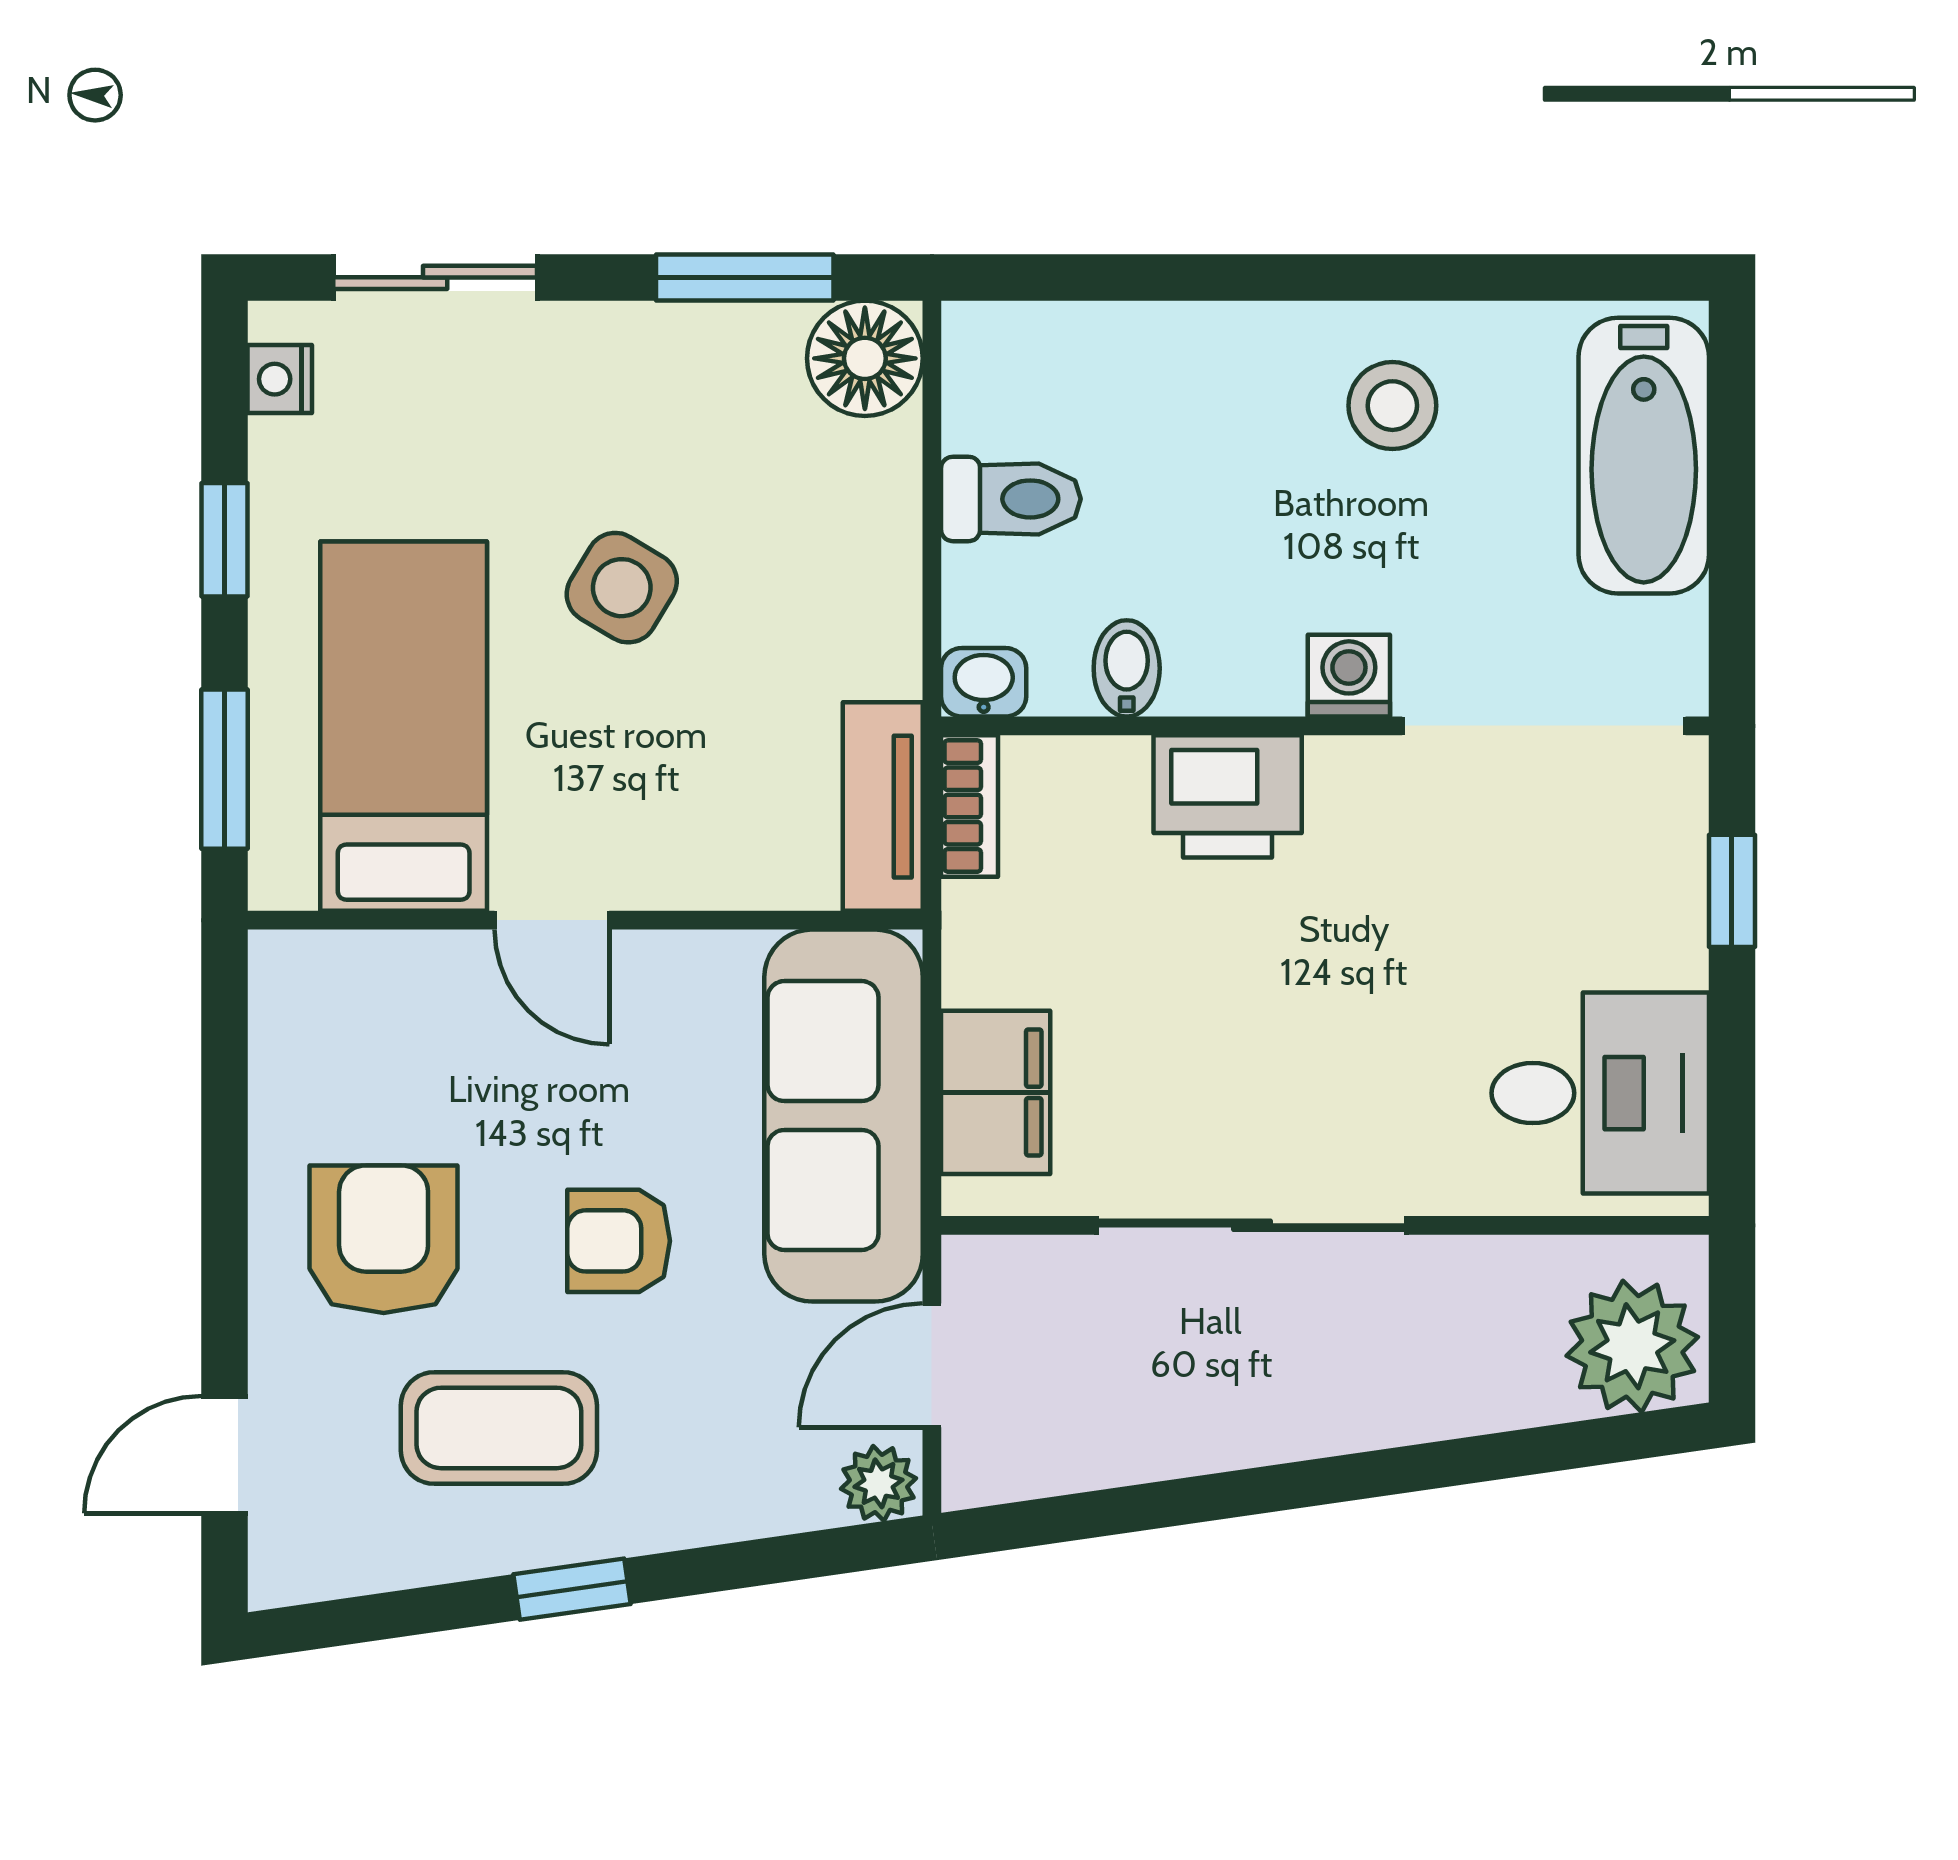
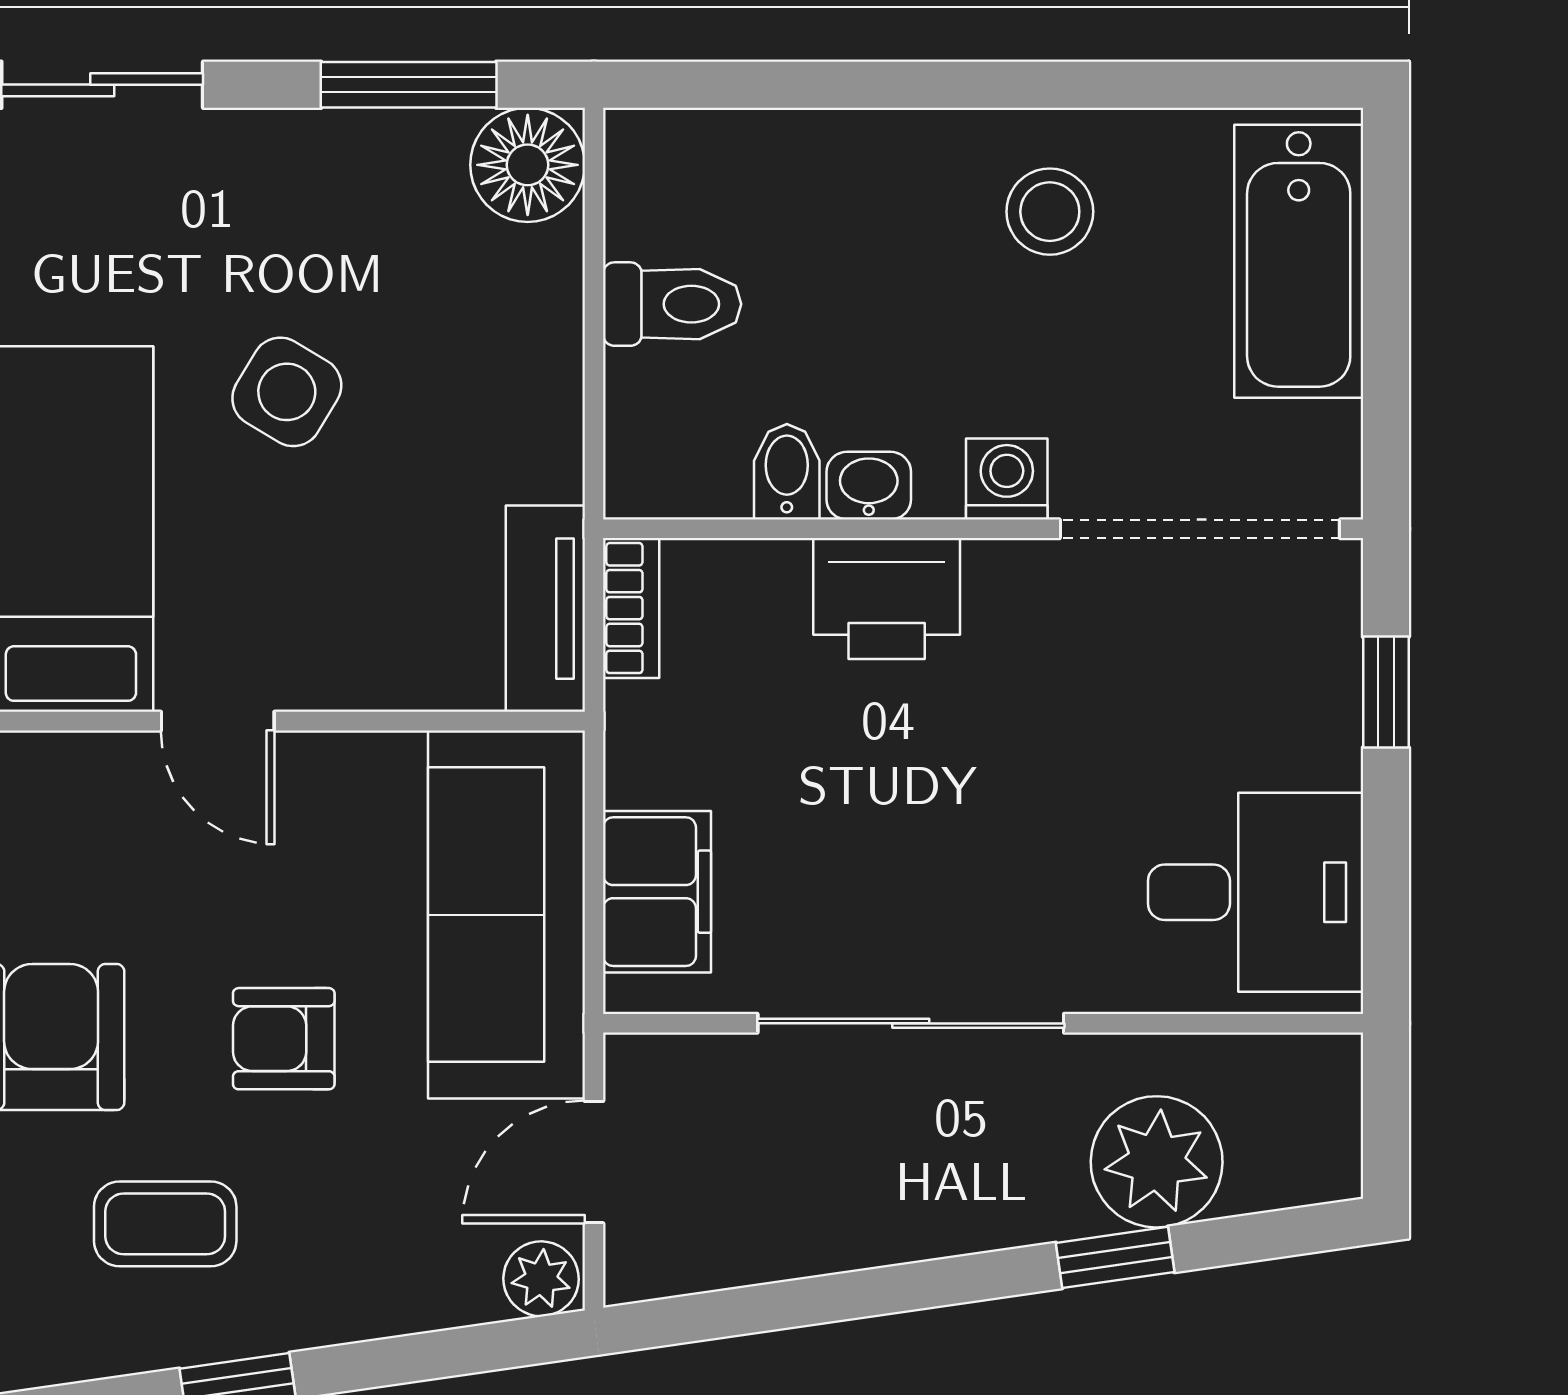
washbasin: (984, 682) -> (869, 486), moved
plant: (1632, 1346) -> (1157, 1162), moved
coffee table: (499, 1428) -> (165, 1224), width x0.73, depth x0.77
window: (1458, 1462) -> (1115, 1257), added

